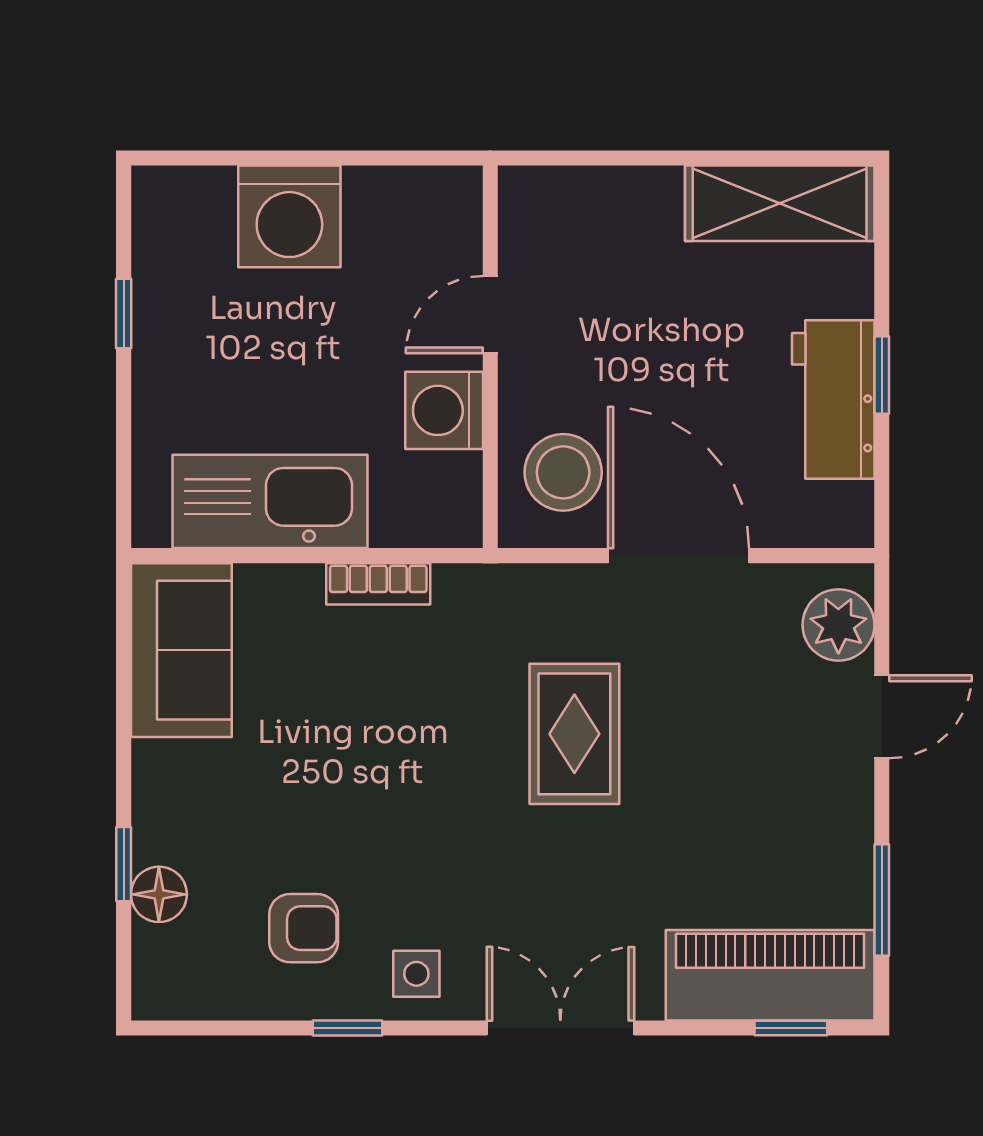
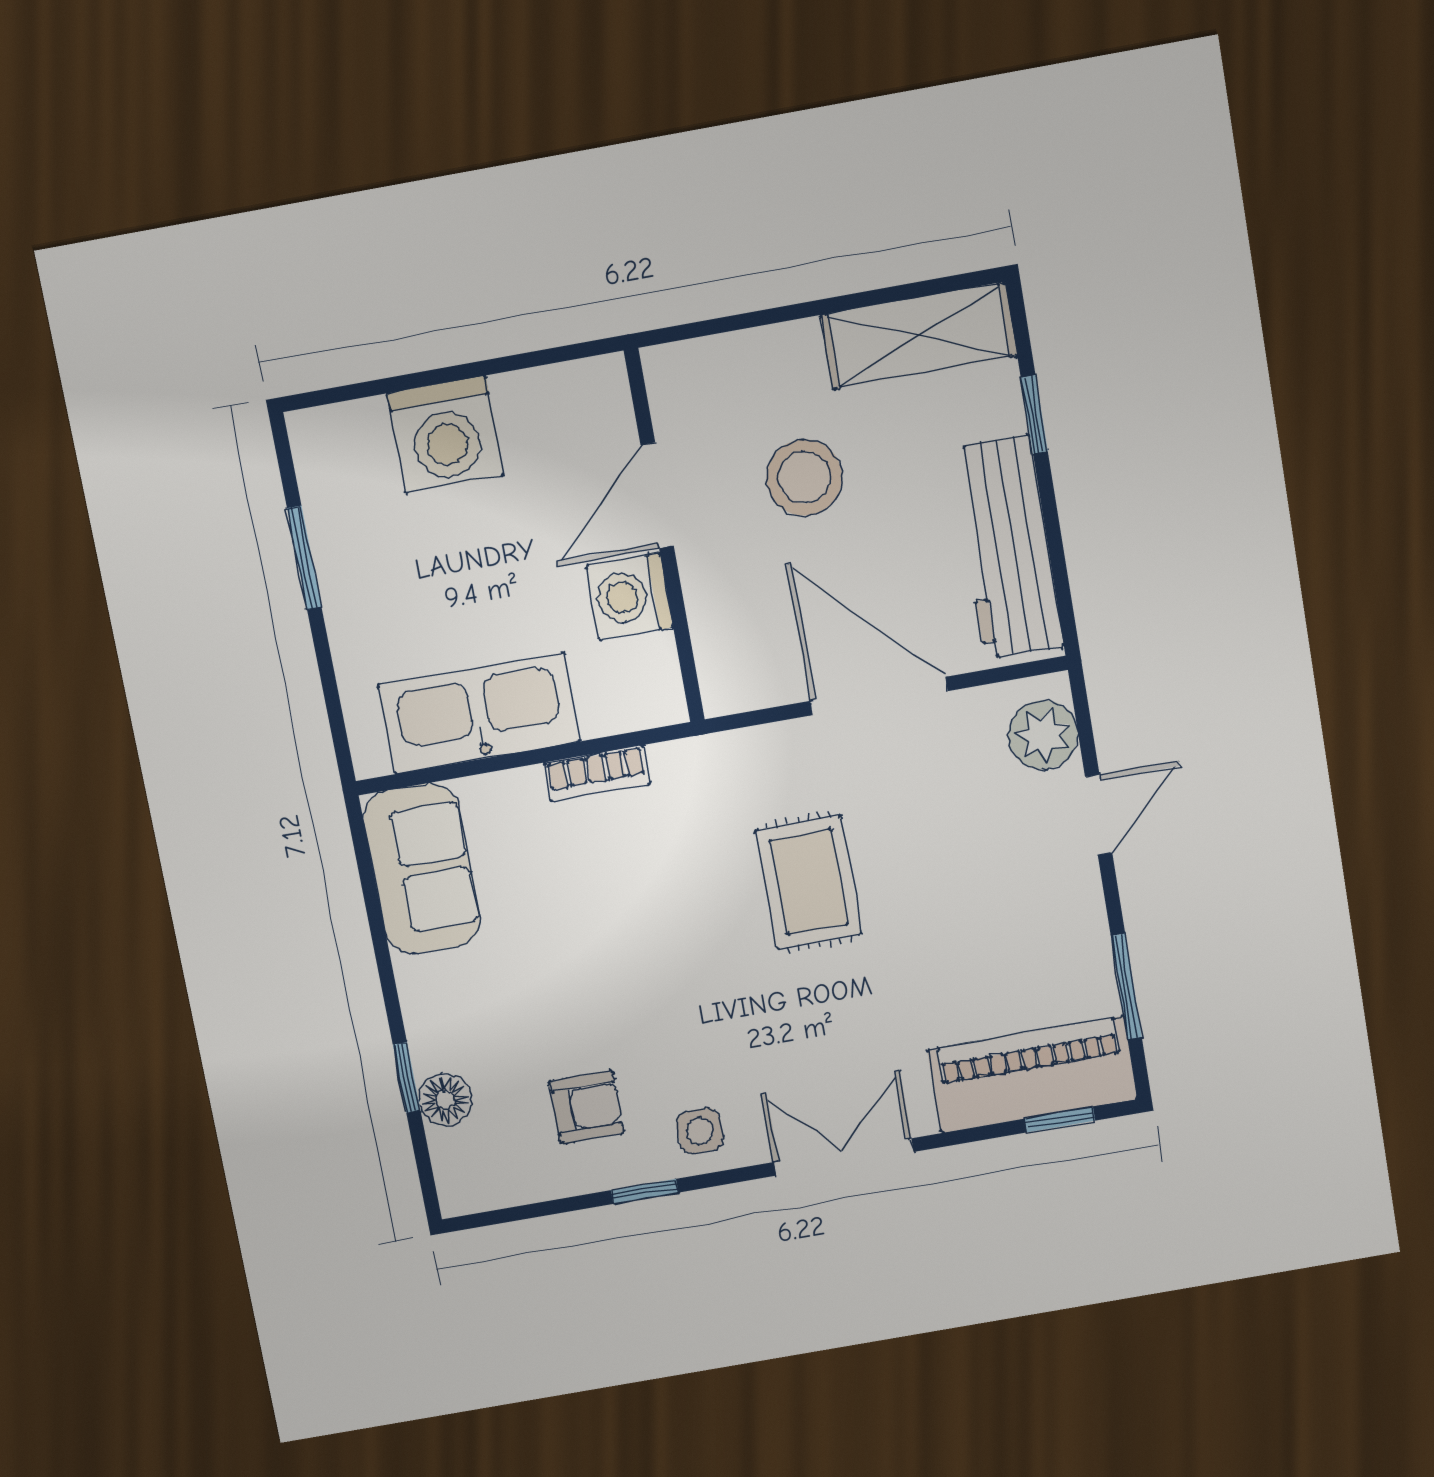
window: (124, 314) -> (304, 558), width x1.50
door: (490, 315) -> (657, 495), width x1.38
window: (882, 375) -> (1034, 414), moved
workbench: (833, 400) -> (1007, 548), width x1.38
stool: (563, 472) -> (804, 478), moved

